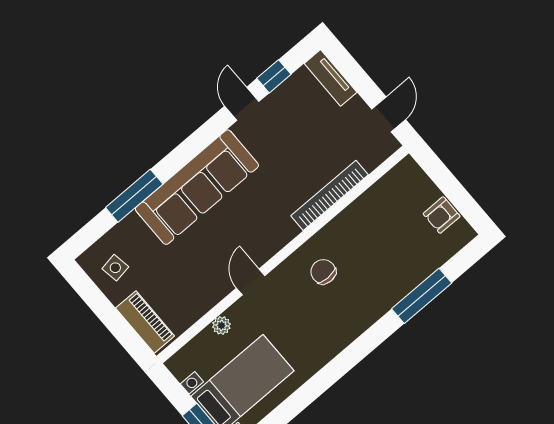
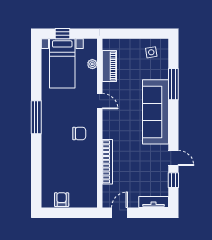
door: (389, 114) -> (119, 213), swing flipped
window: (422, 296) -> (36, 117), moved
piano: (145, 322) -> (109, 66), moved, turned -90
plant: (221, 325) -> (92, 64), moved

